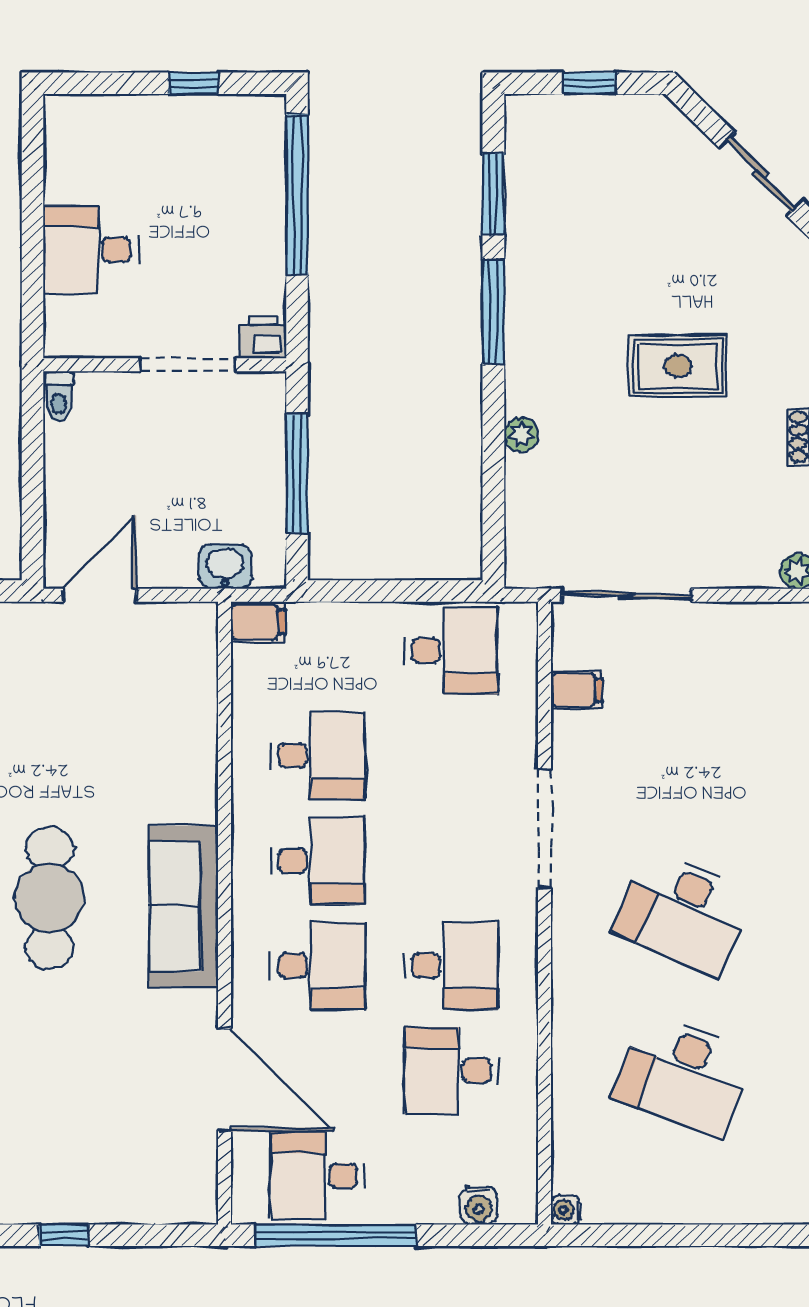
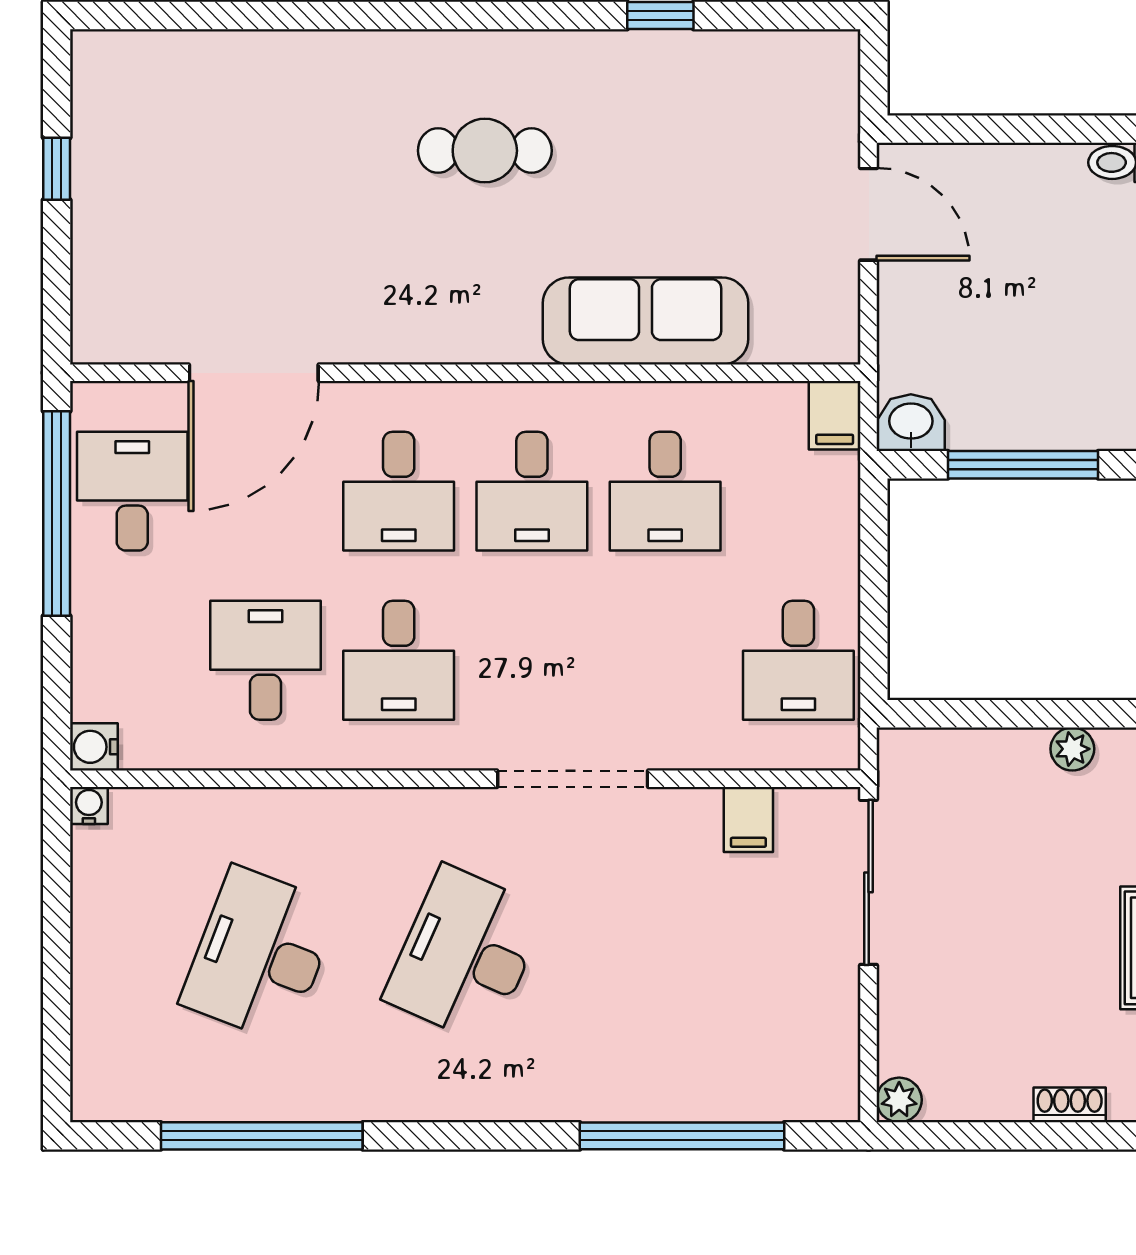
washbasin: (225, 566) -> (911, 423), moved, turned -90
cafe table: (49, 898) -> (485, 151), width x0.73, depth x0.74
sofa: (184, 906) -> (645, 321), moved
water cooler: (479, 1206) -> (94, 747), moved

